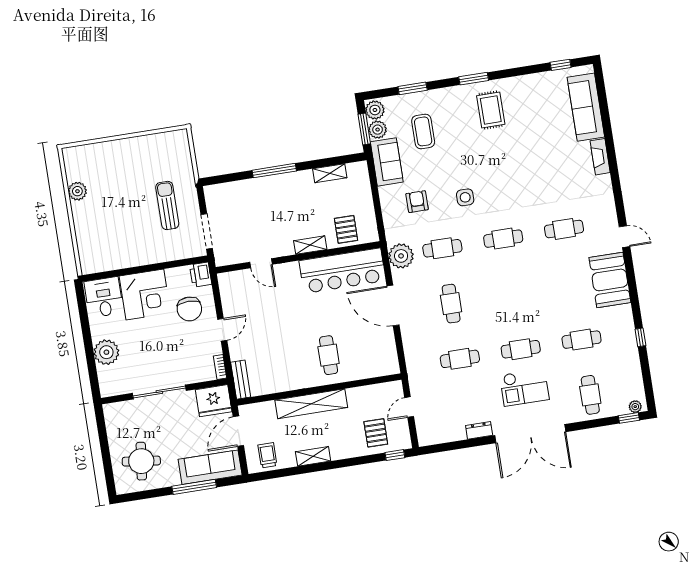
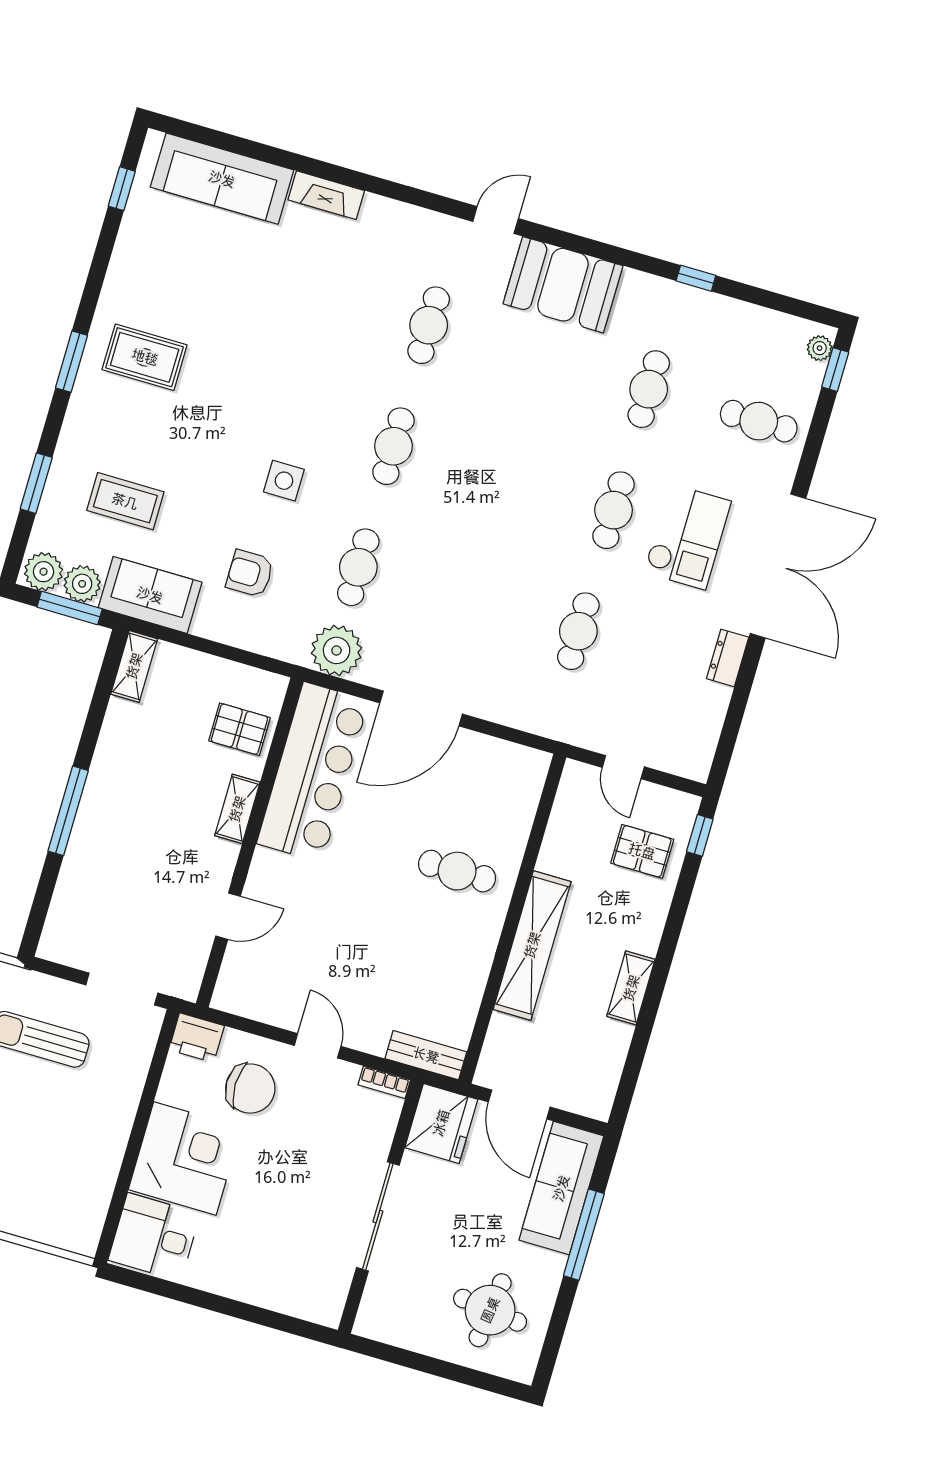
shelving: (330, 173) -> (134, 666), moved
cafe table: (451, 304) -> (468, 599), removed
plant: (106, 352) -> (258, 1280), removed
trolley: (267, 455) -> (589, 1071), removed

